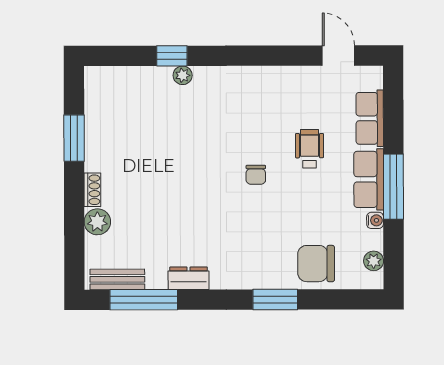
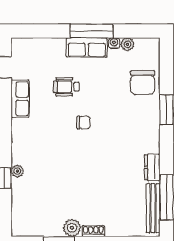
row of seats: (370, 118) -> (20, 99), moved, turned -90
plant: (97, 222) -> (72, 228), moved
plant: (374, 261) -> (127, 44), moved
bench: (117, 279) -> (153, 208), width x1.36

